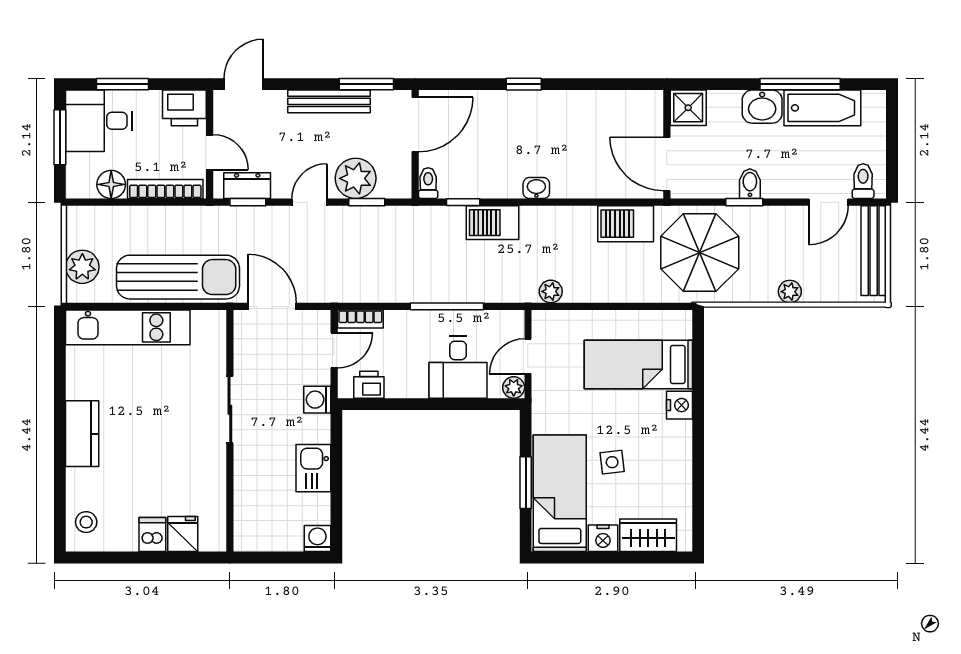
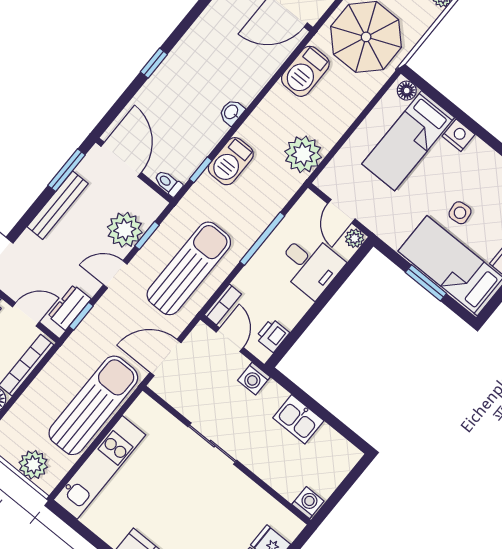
door: (309, 202) -> (115, 274), hinge flipped
sun lounger: (368, 263) -> (189, 268), added
plant: (551, 291) -> (303, 154), width x1.88, depth x1.88
floor lamp: (682, 327) -> (407, 91), added
washing machine: (317, 539) -> (308, 503), moved, turned 90

